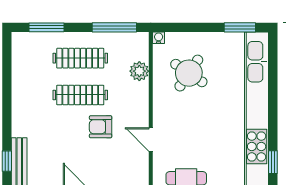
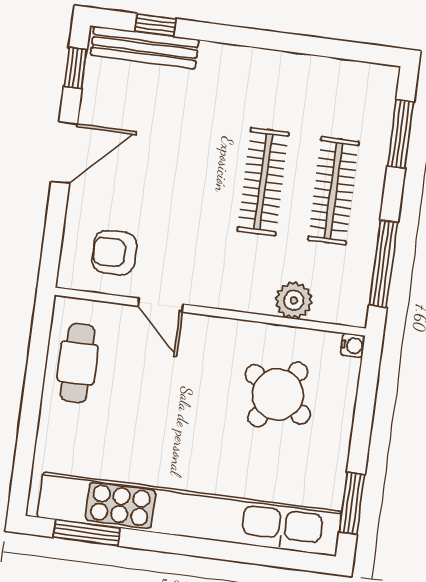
armchair: (101, 127) -> (114, 253), moved, turned -90
door: (151, 139) -> (161, 305), swing flipped
window: (273, 162) -> (87, 533), width x1.50

